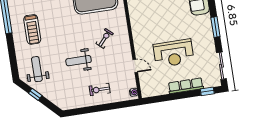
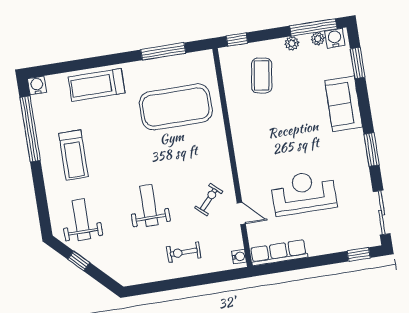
exercise bike: (105, 38) -> (209, 200), moved
reception desk: (174, 53) -> (304, 193), turned 180
weight bench: (79, 61) -> (149, 205), turned 90
row of seats: (186, 86) -> (279, 253), moved

